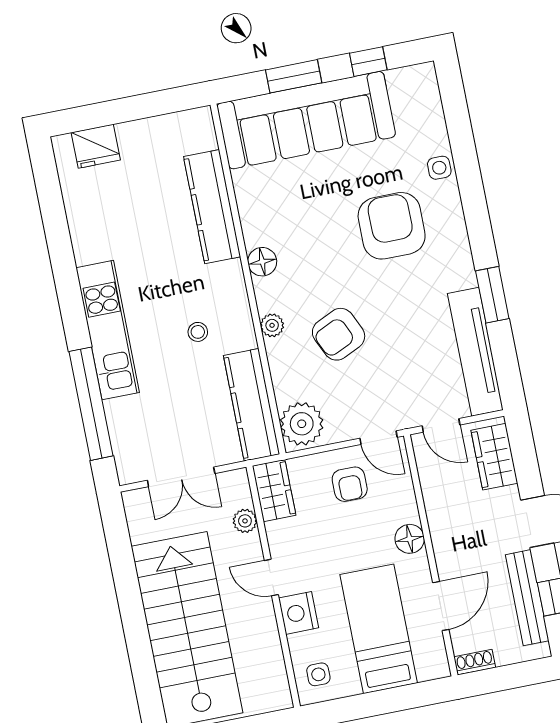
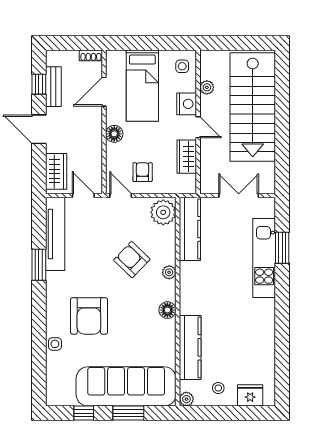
plant: (201, 119) -> (186, 399), added
kitchen unit: (108, 330) -> (264, 258), moved
stool: (198, 332) -> (218, 388), moved
armchair: (339, 334) -> (132, 260), turned -111
window: (91, 404) -> (282, 248), width x0.47
wardrobe: (274, 491) -> (187, 157), moved
plant: (245, 521) -> (207, 87), moved
bench: (527, 598) -> (53, 87), width x0.73

